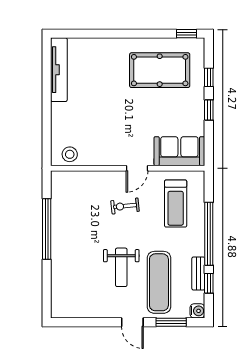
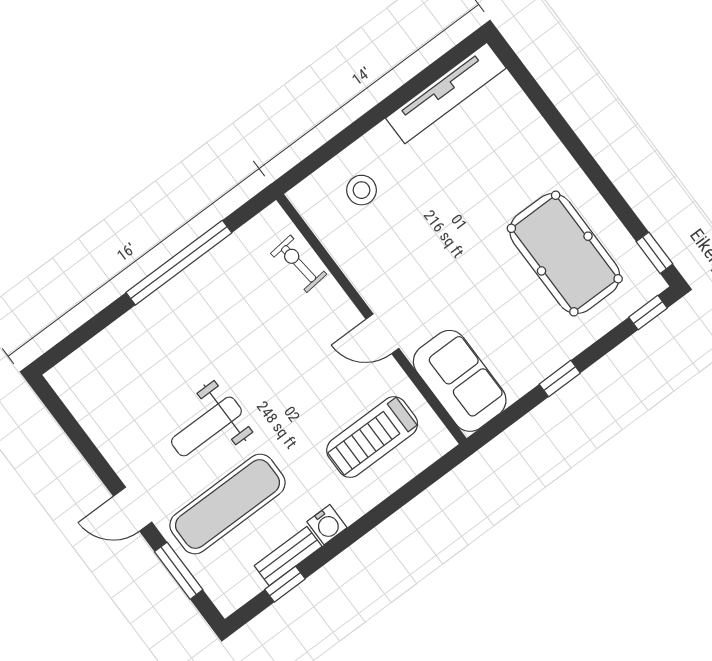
window: (209, 77) -> (648, 313), moved
stool: (70, 154) -> (362, 190), moved
exercise bike: (125, 206) -> (299, 264), moved
window: (209, 234) -> (363, 525), removed
water cooler: (197, 311) -> (327, 525), moved
door: (132, 322) -> (133, 509), hinge flipped

